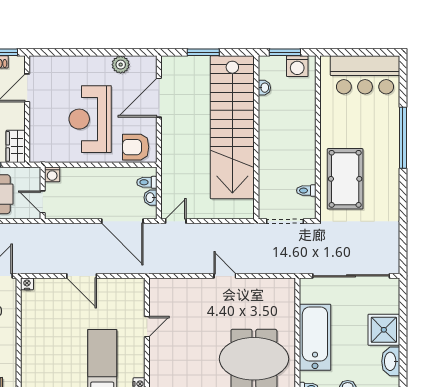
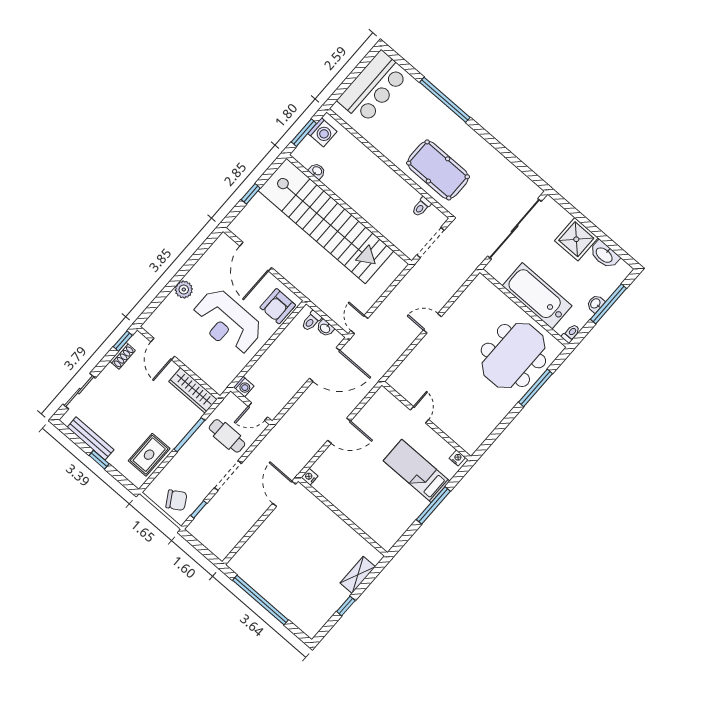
window: (203, 52) -> (251, 194), width x0.67
plant: (121, 65) -> (184, 289), moved
wardrobe: (16, 146) -> (193, 390), width x1.50

